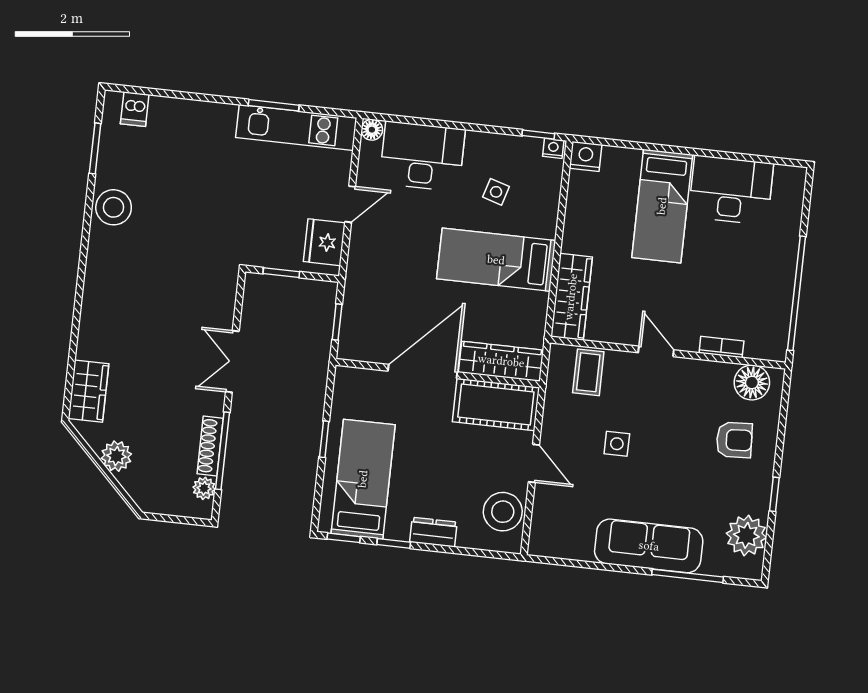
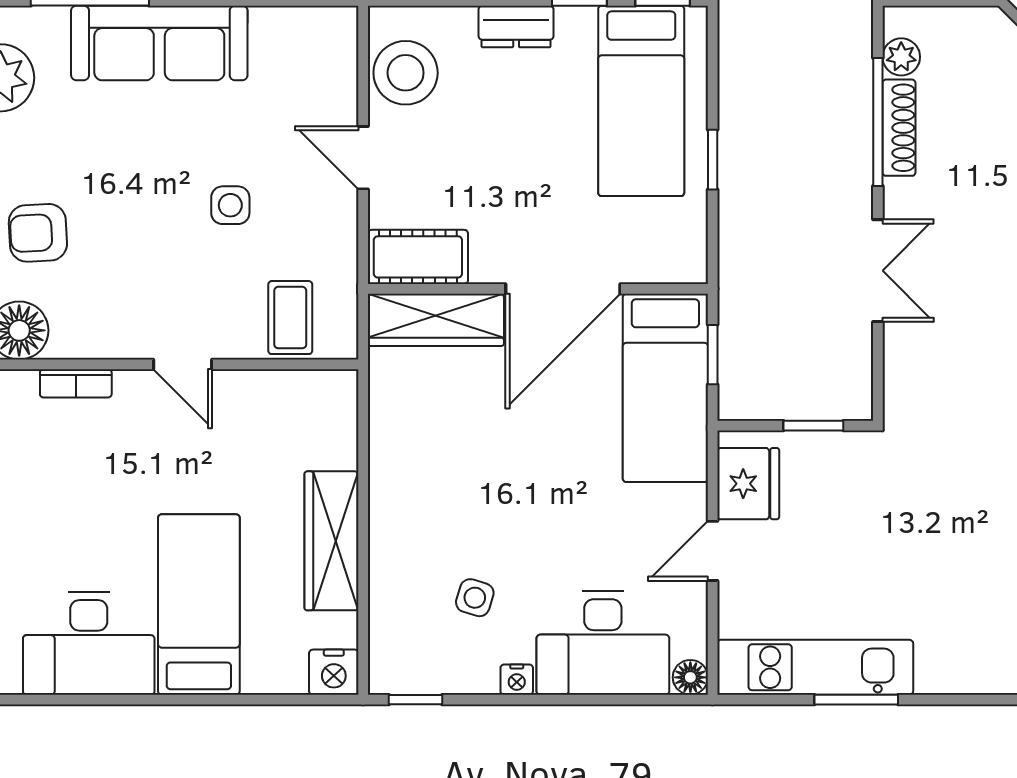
nightstand: (553, 148) -> (517, 680), moved
bed: (496, 260) -> (665, 388), moved, turned 90
wardrobe: (571, 297) -> (332, 541), moved
cot: (496, 405) -> (418, 257), width x0.73, depth x0.75

